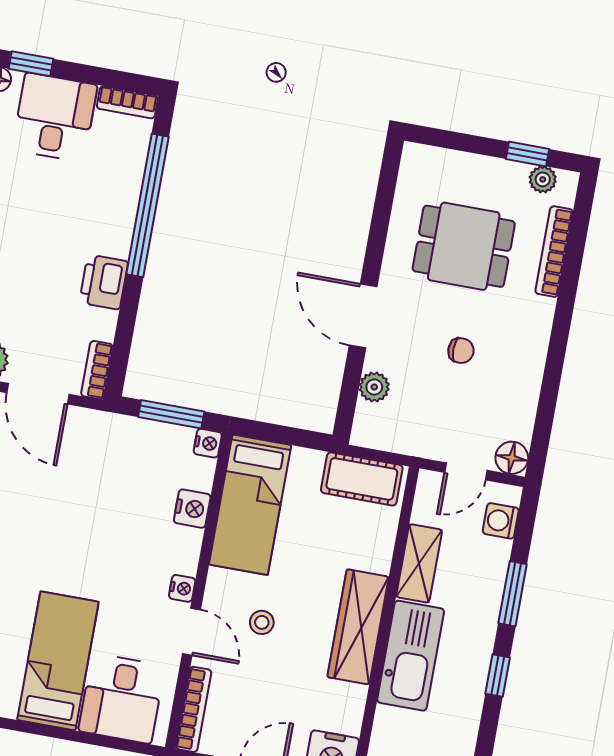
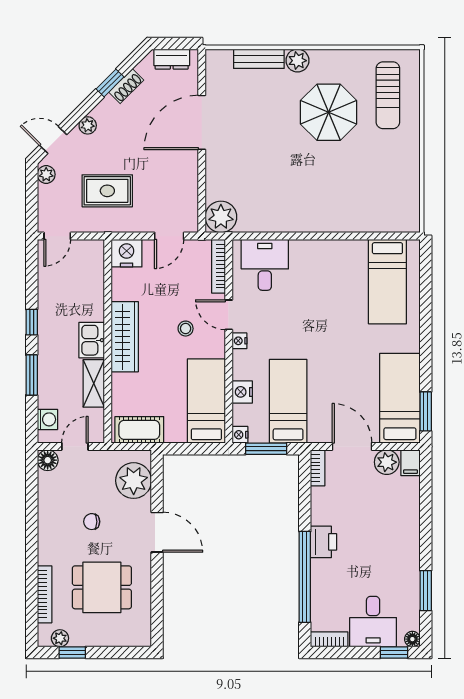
printer: (104, 282) -> (324, 542), moved
plant: (374, 387) -> (134, 481), width x1.88, depth x1.88
kitchen sink: (411, 656) -> (92, 340), width x0.53, depth x0.81
bed: (58, 661) -> (288, 401), moved, turned 180

